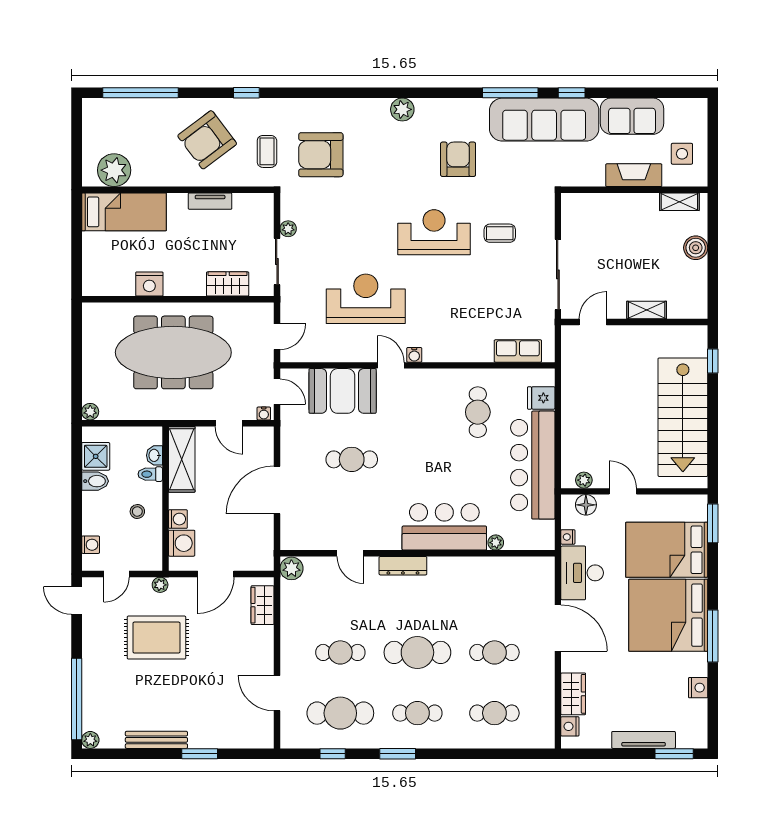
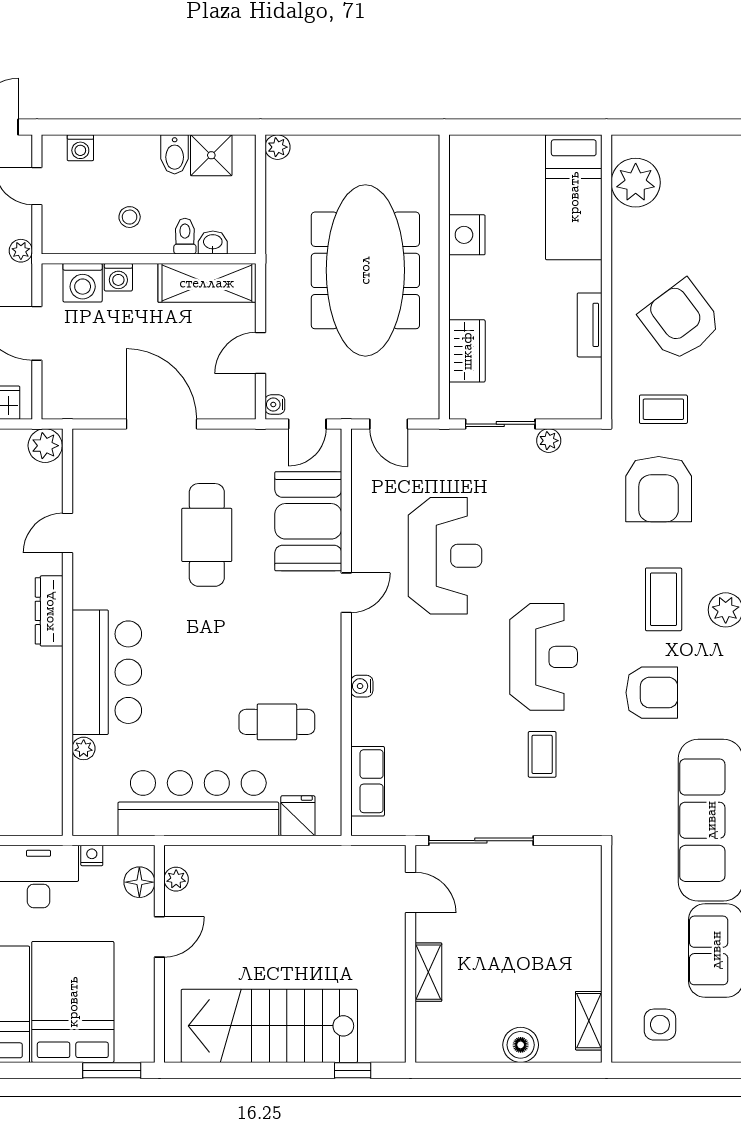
coffee table: (395, 151) -> (664, 599), added
armchair: (321, 155) -> (659, 489), turned 180
fireplace: (634, 175) -> (628, 953), removed
water cooler: (414, 355) -> (362, 686), moved
cafe table: (352, 459) -> (207, 535), width x1.37, depth x1.35

